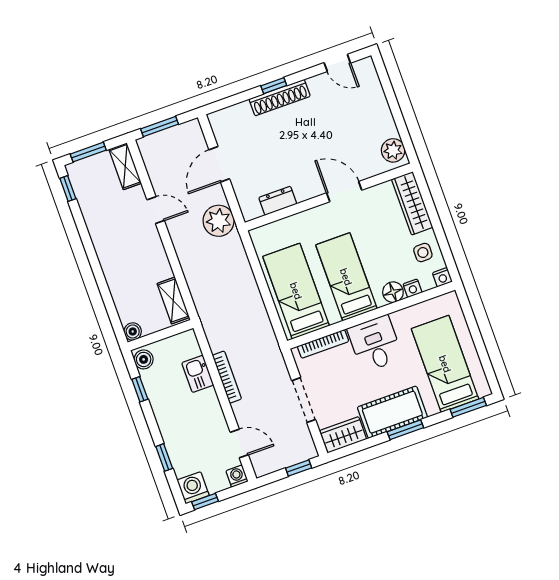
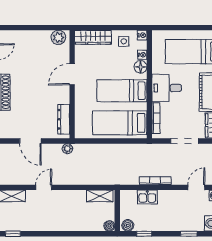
dresser: (278, 201) -> (64, 119), width x1.44
plant: (219, 221) -> (67, 149), width x0.53, depth x0.53

